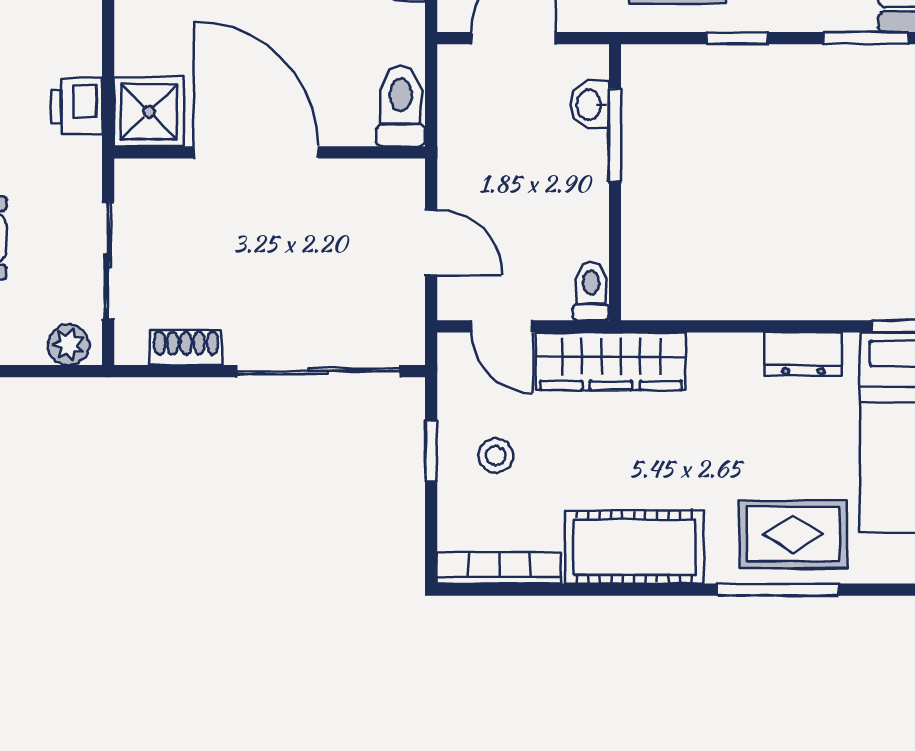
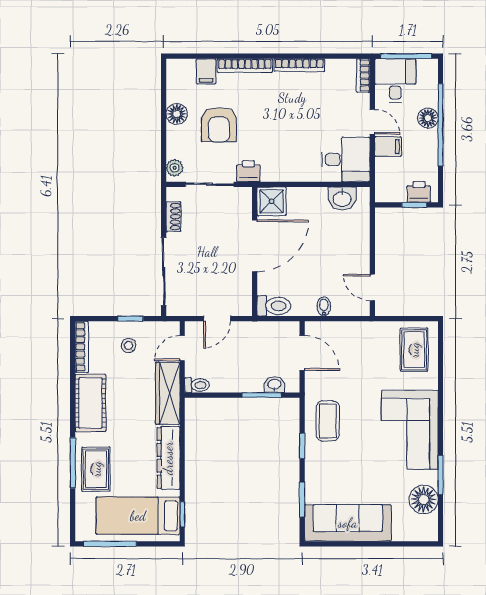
printer: (77, 106) -> (248, 171), moved
dresser: (803, 354) -> (168, 458), width x1.96, depth x1.24

